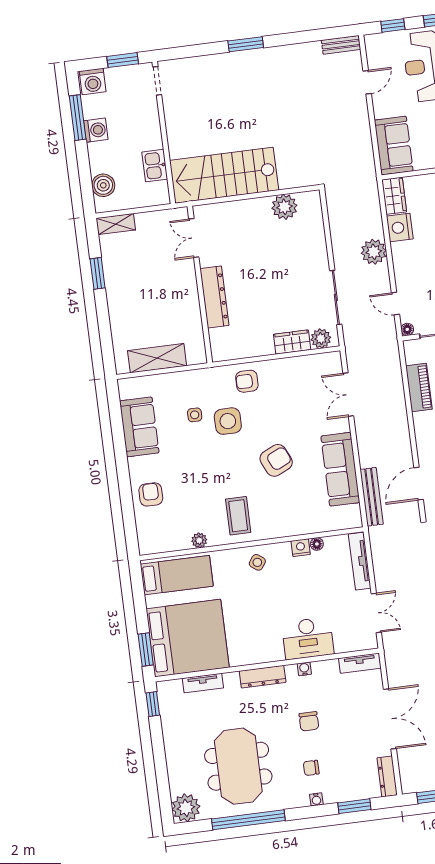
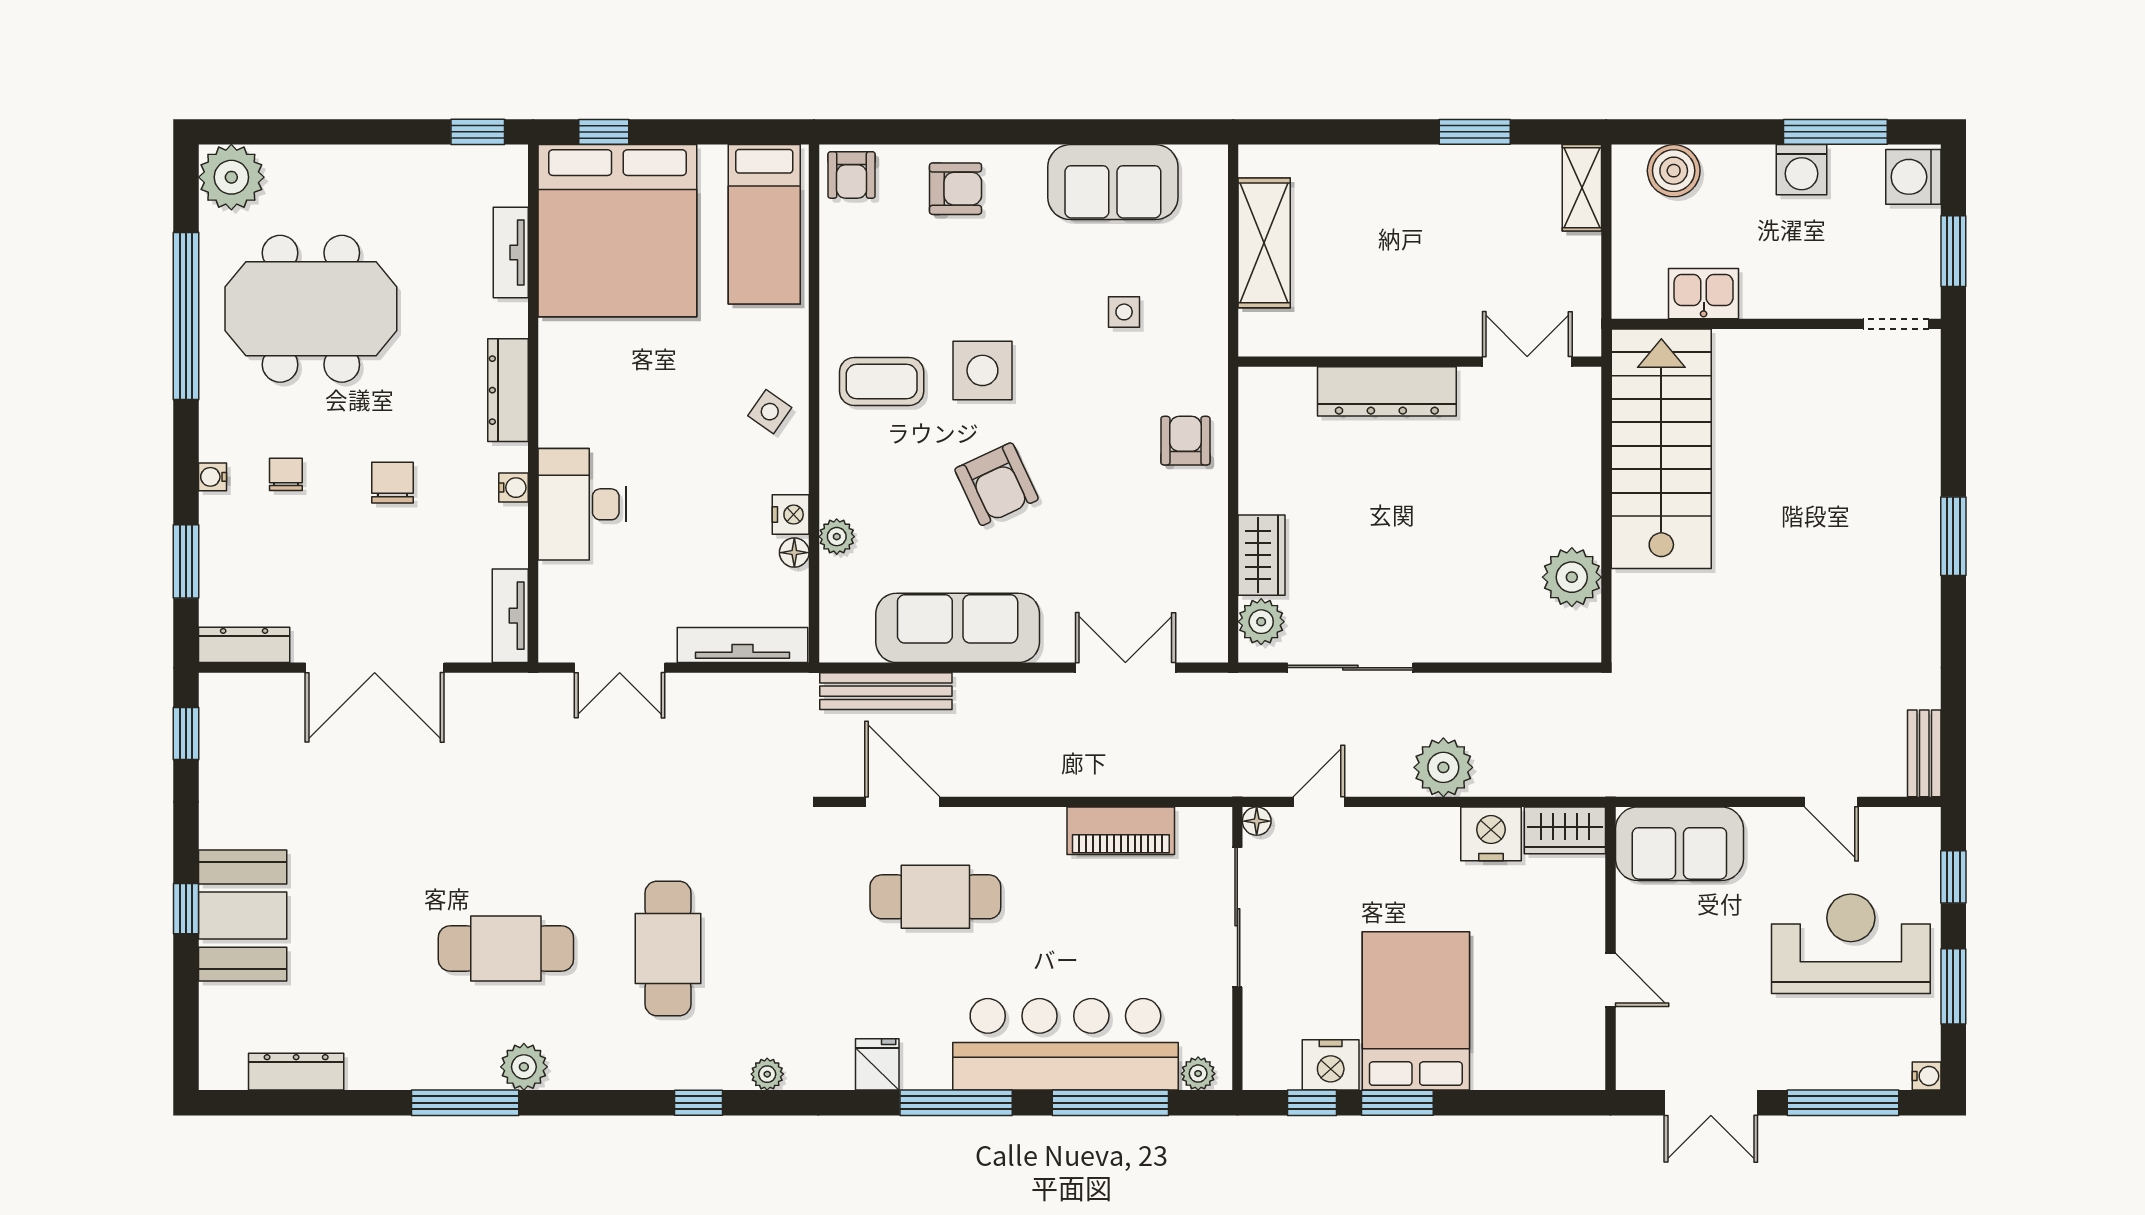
side table: (228, 421) -> (982, 370), moved
armchair: (151, 540) -> (852, 175), added
plant: (199, 540) -> (837, 537), moved
window: (146, 650) -> (604, 132), width x0.67
chair: (309, 721) -> (393, 483), turned 90

